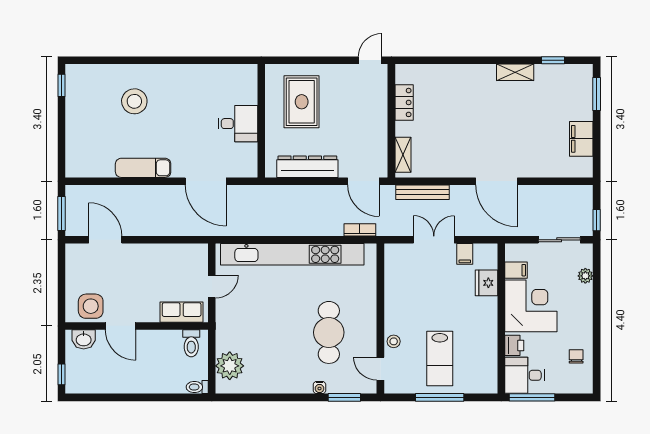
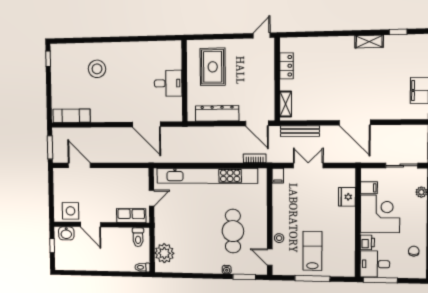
exam couch: (143, 168) -> (71, 116), moved
filing cabinet: (465, 254) -> (278, 176), moved
lab bench: (440, 359) -> (312, 251), turned 180
window: (62, 374) -> (52, 246), moved

